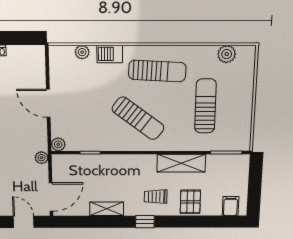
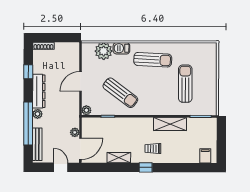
plant: (82, 52) -> (104, 51), width x1.88, depth x1.88
plant: (227, 54) -> (198, 48), removed
door: (48, 103) -> (80, 82), hinge flipped
sun lounger: (138, 118) -> (120, 93), moved
plant: (42, 158) -> (75, 132), moved
pallet: (190, 202) -> (177, 153), removed

